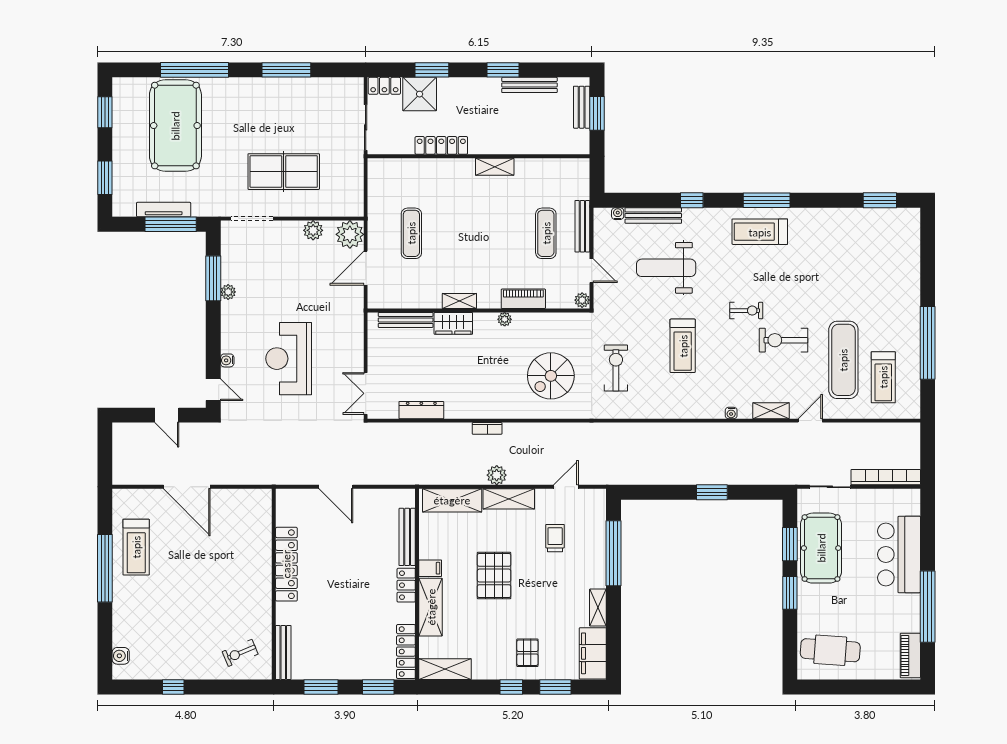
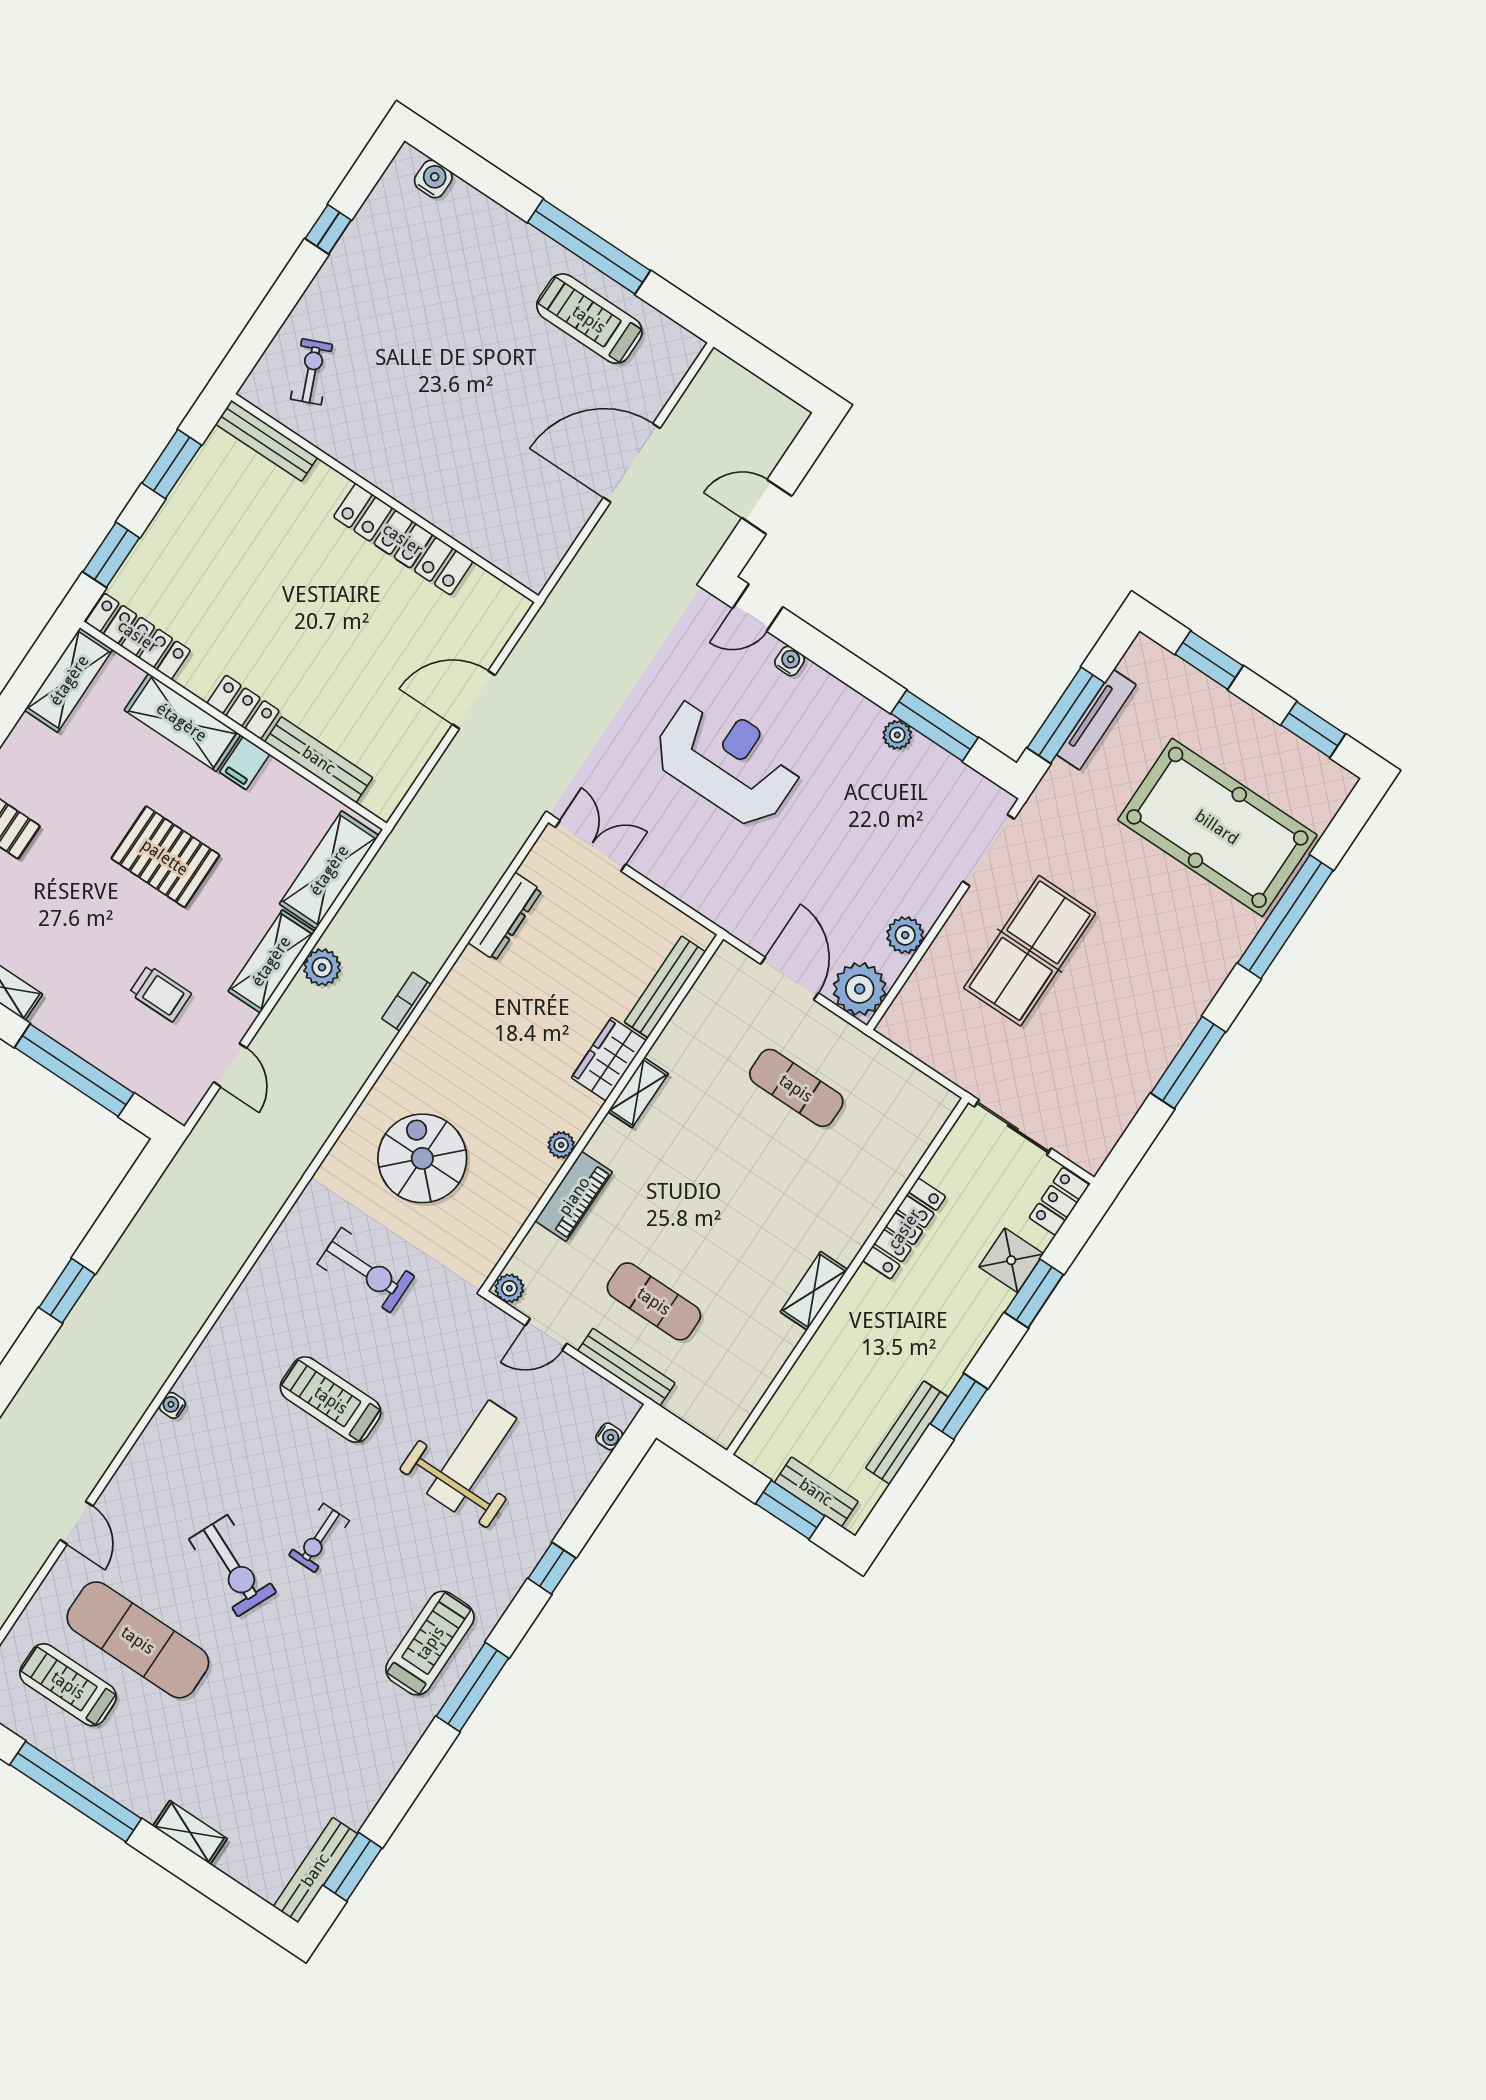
shower: (420, 94) -> (1011, 1260), width x0.73, depth x0.73
bench: (653, 216) -> (315, 1870), moved
exercise bike: (784, 340) -> (233, 1566), turned 114
shelving: (771, 411) -> (190, 1832), moved, turned 90

